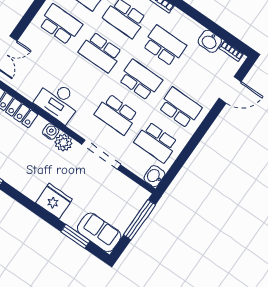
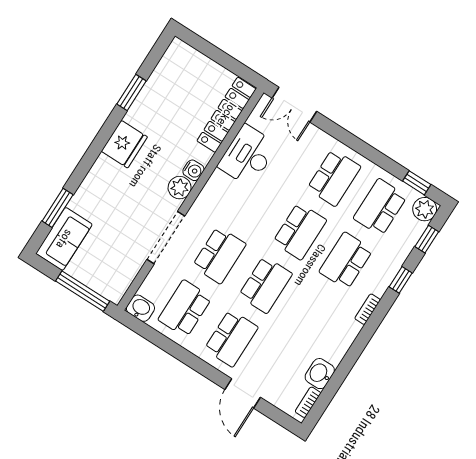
school desk: (164, 46) -> (312, 314), removed
school desk: (100, 52) -> (300, 231), turned 180
door: (230, 90) -> (243, 393), moved
desk: (58, 101) -> (248, 156), moved
school desk: (116, 114) -> (219, 255), turned 180
fridge: (54, 201) -> (124, 144), moved

